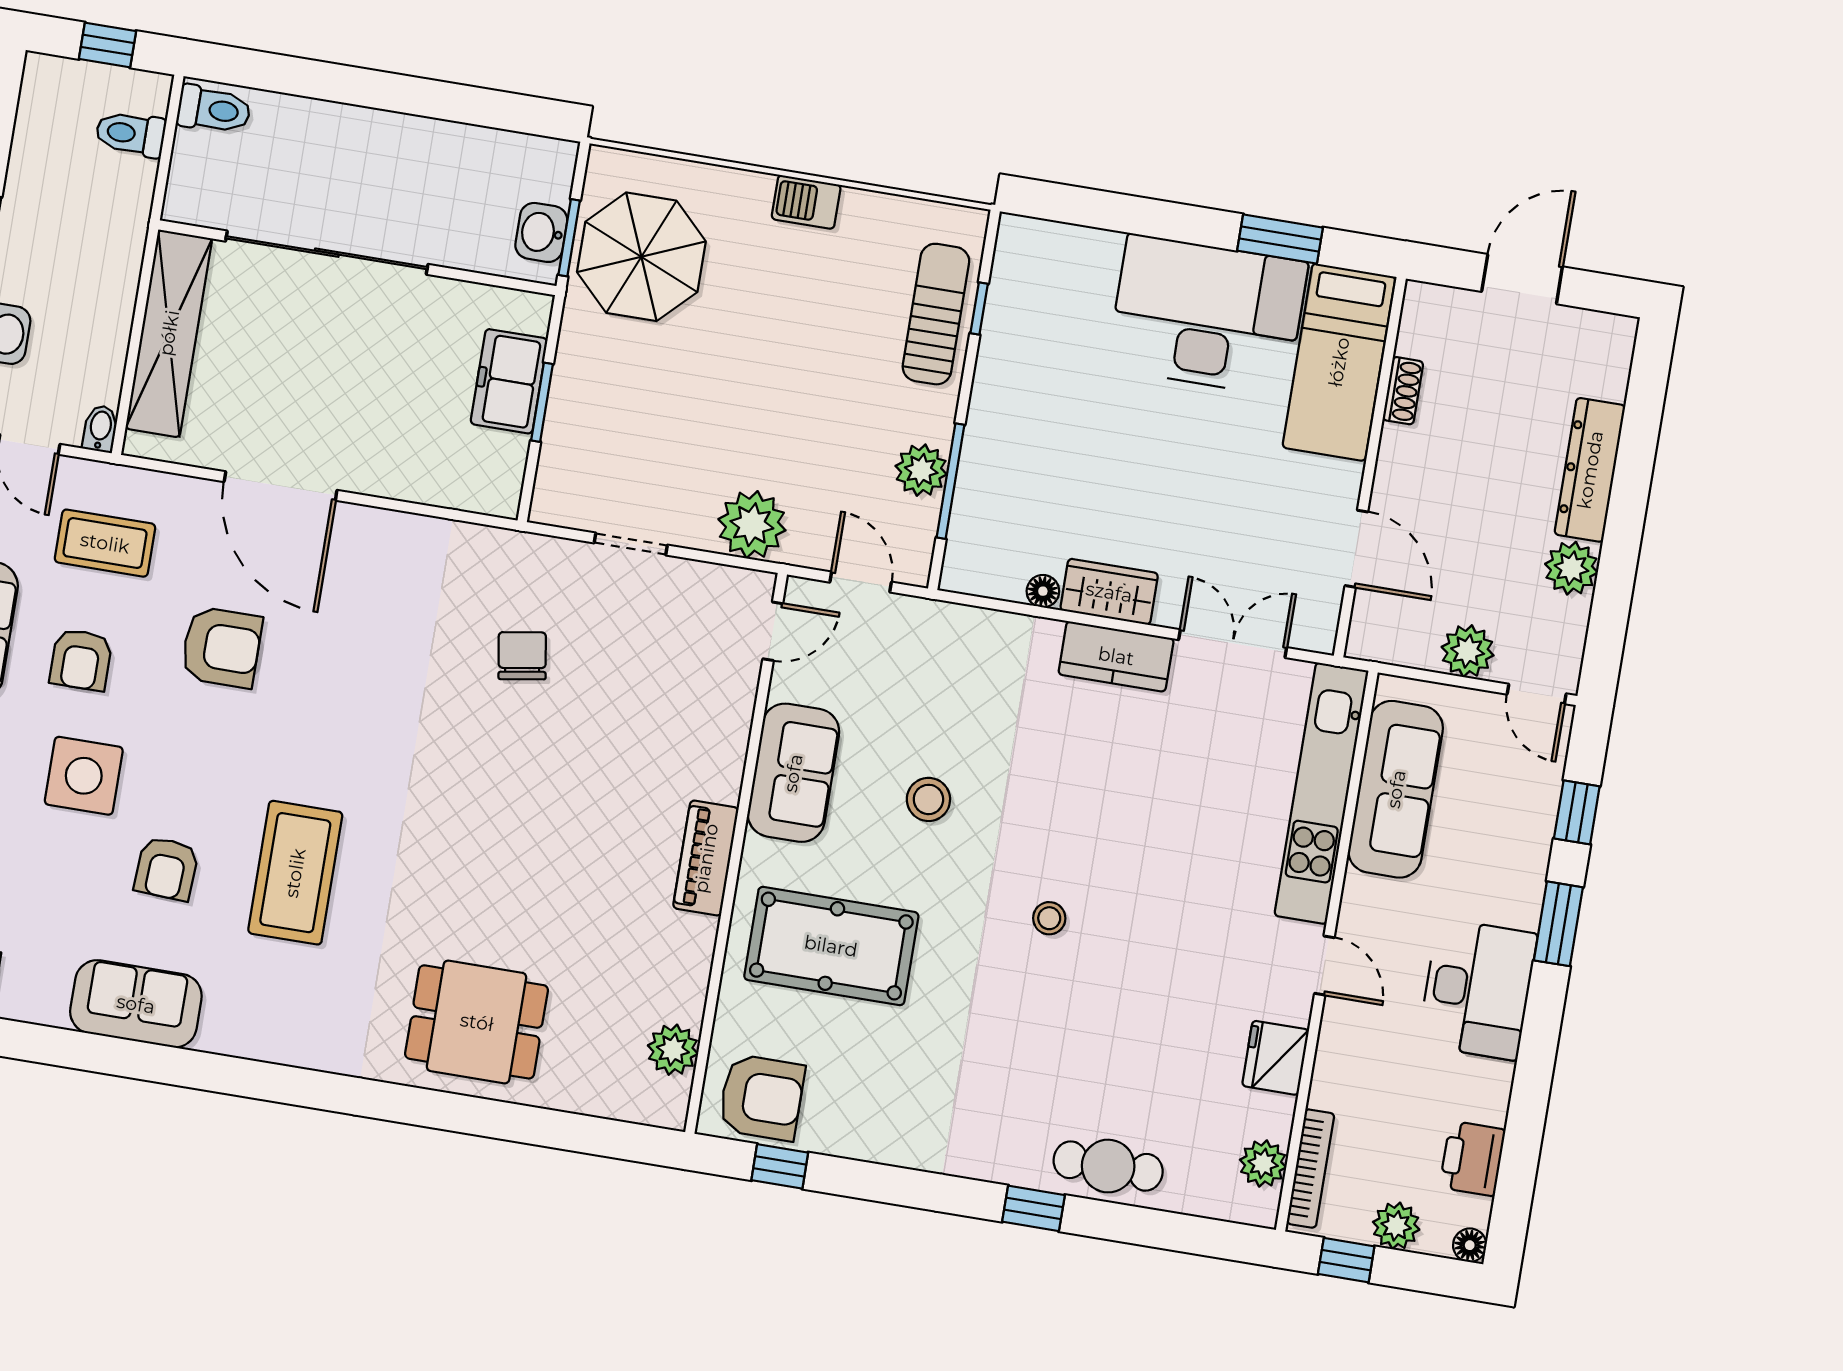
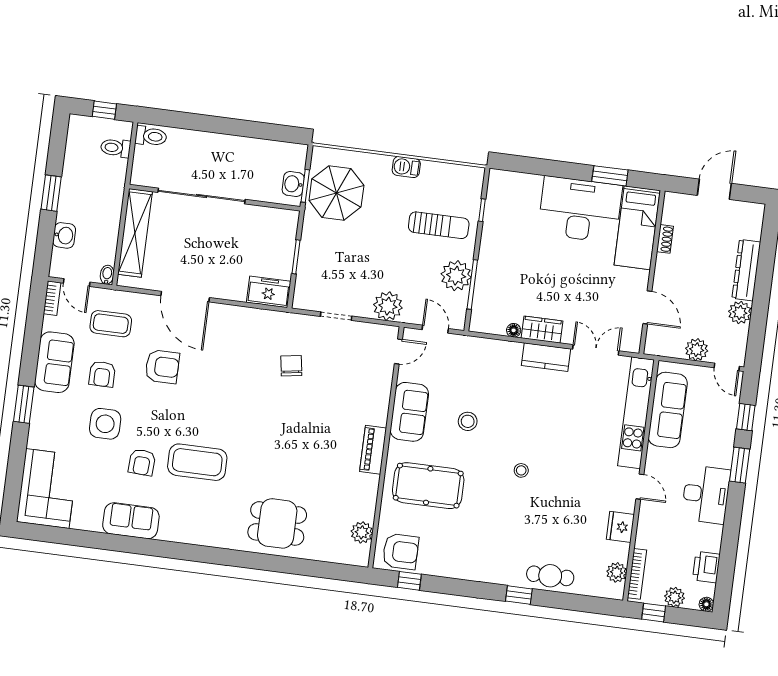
sun lounger: (936, 314) -> (439, 225), moved, turned 90
freezer: (509, 381) -> (269, 292), moved, turned 90
plant: (921, 470) -> (456, 276), width x1.36, depth x1.36
coffee table: (295, 873) -> (197, 462), turned 90

